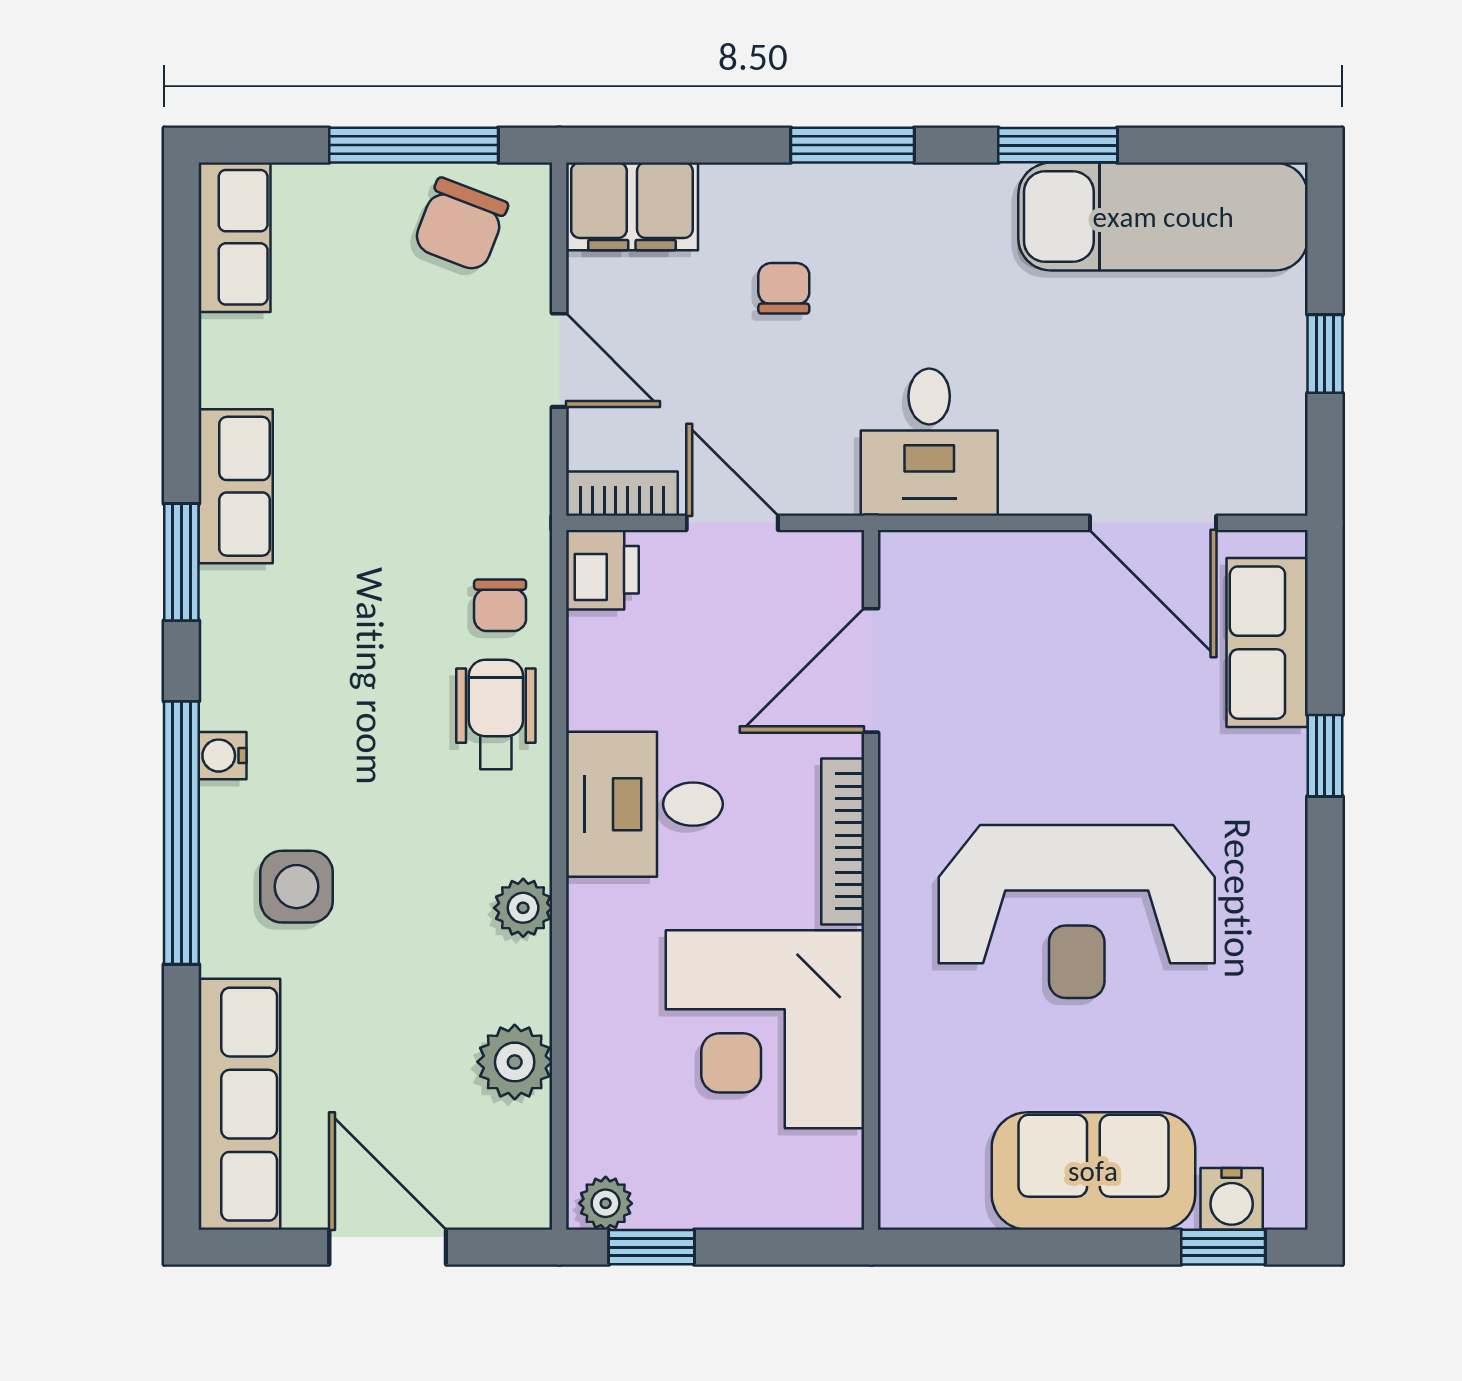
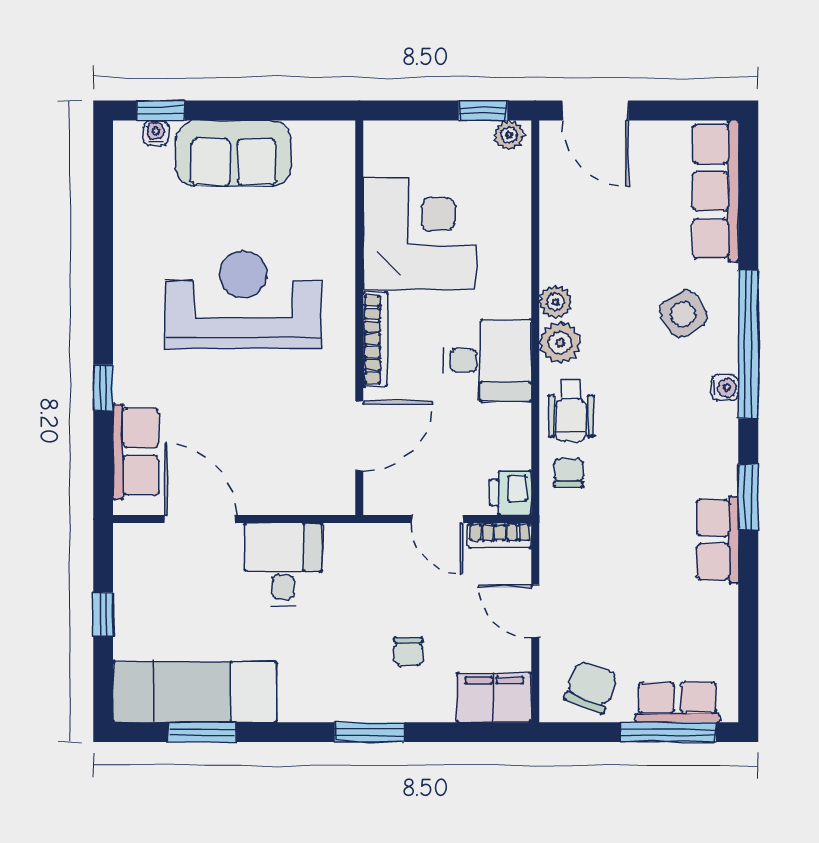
window: (414, 145) -> (668, 732), moved
window: (1058, 145) -> (202, 732), moved
row of seats: (235, 237) -> (677, 702), moved, turned 90
desk: (929, 442) -> (283, 565), moved
side table: (297, 887) -> (683, 314), turned -32
plant: (515, 1062) -> (560, 343), moved
water cooler: (1232, 1199) -> (156, 133), width x0.72, depth x0.72
door: (388, 1247) -> (595, 111), moved

